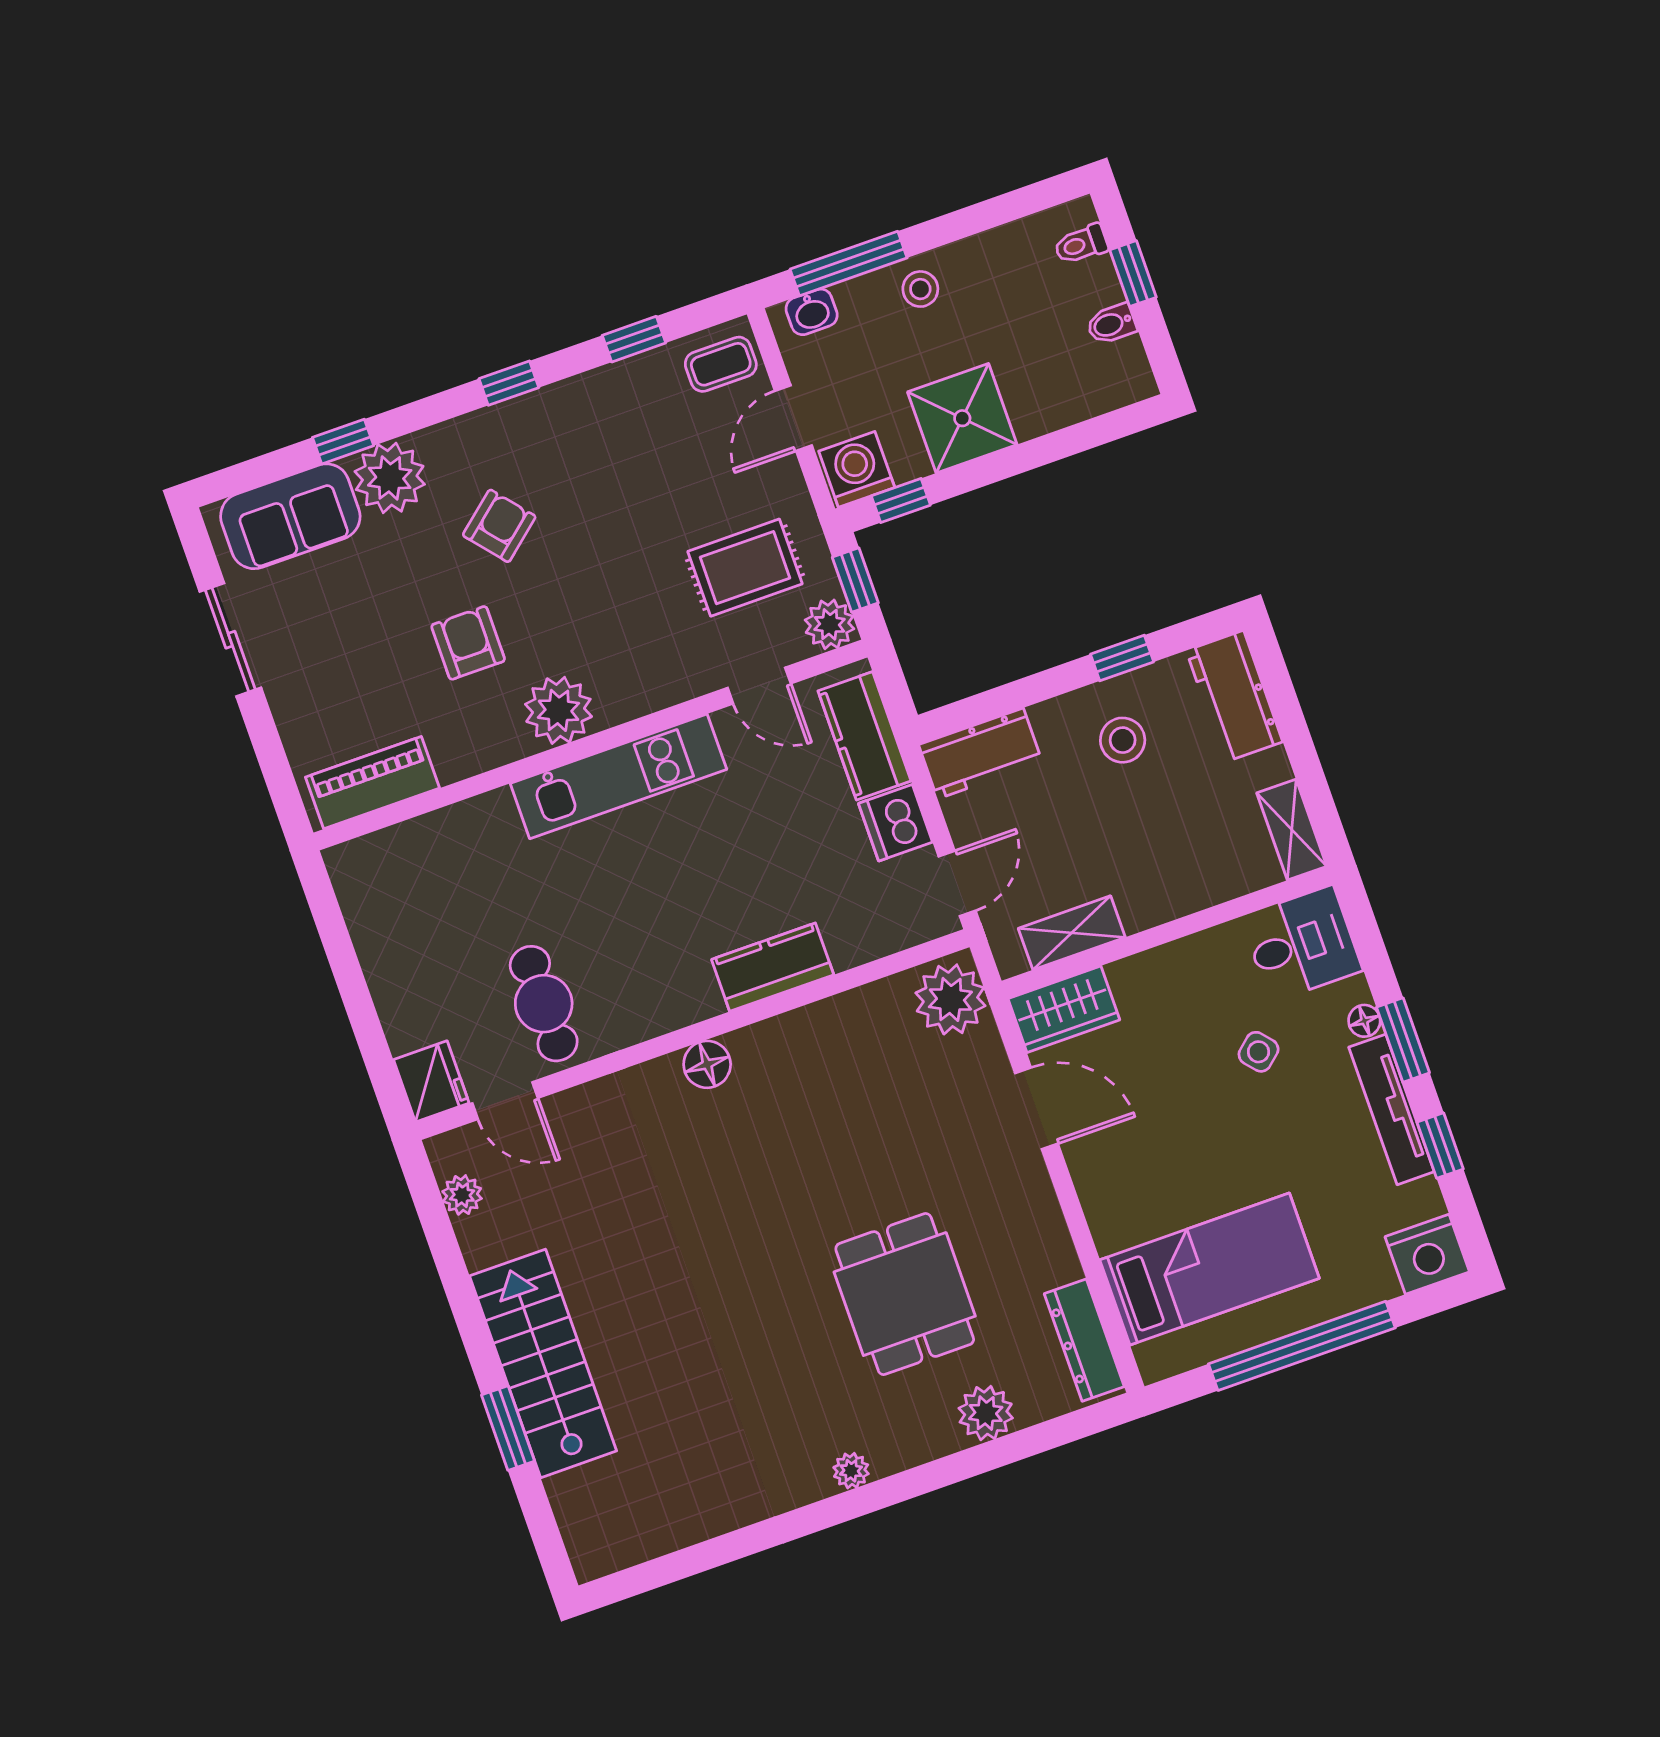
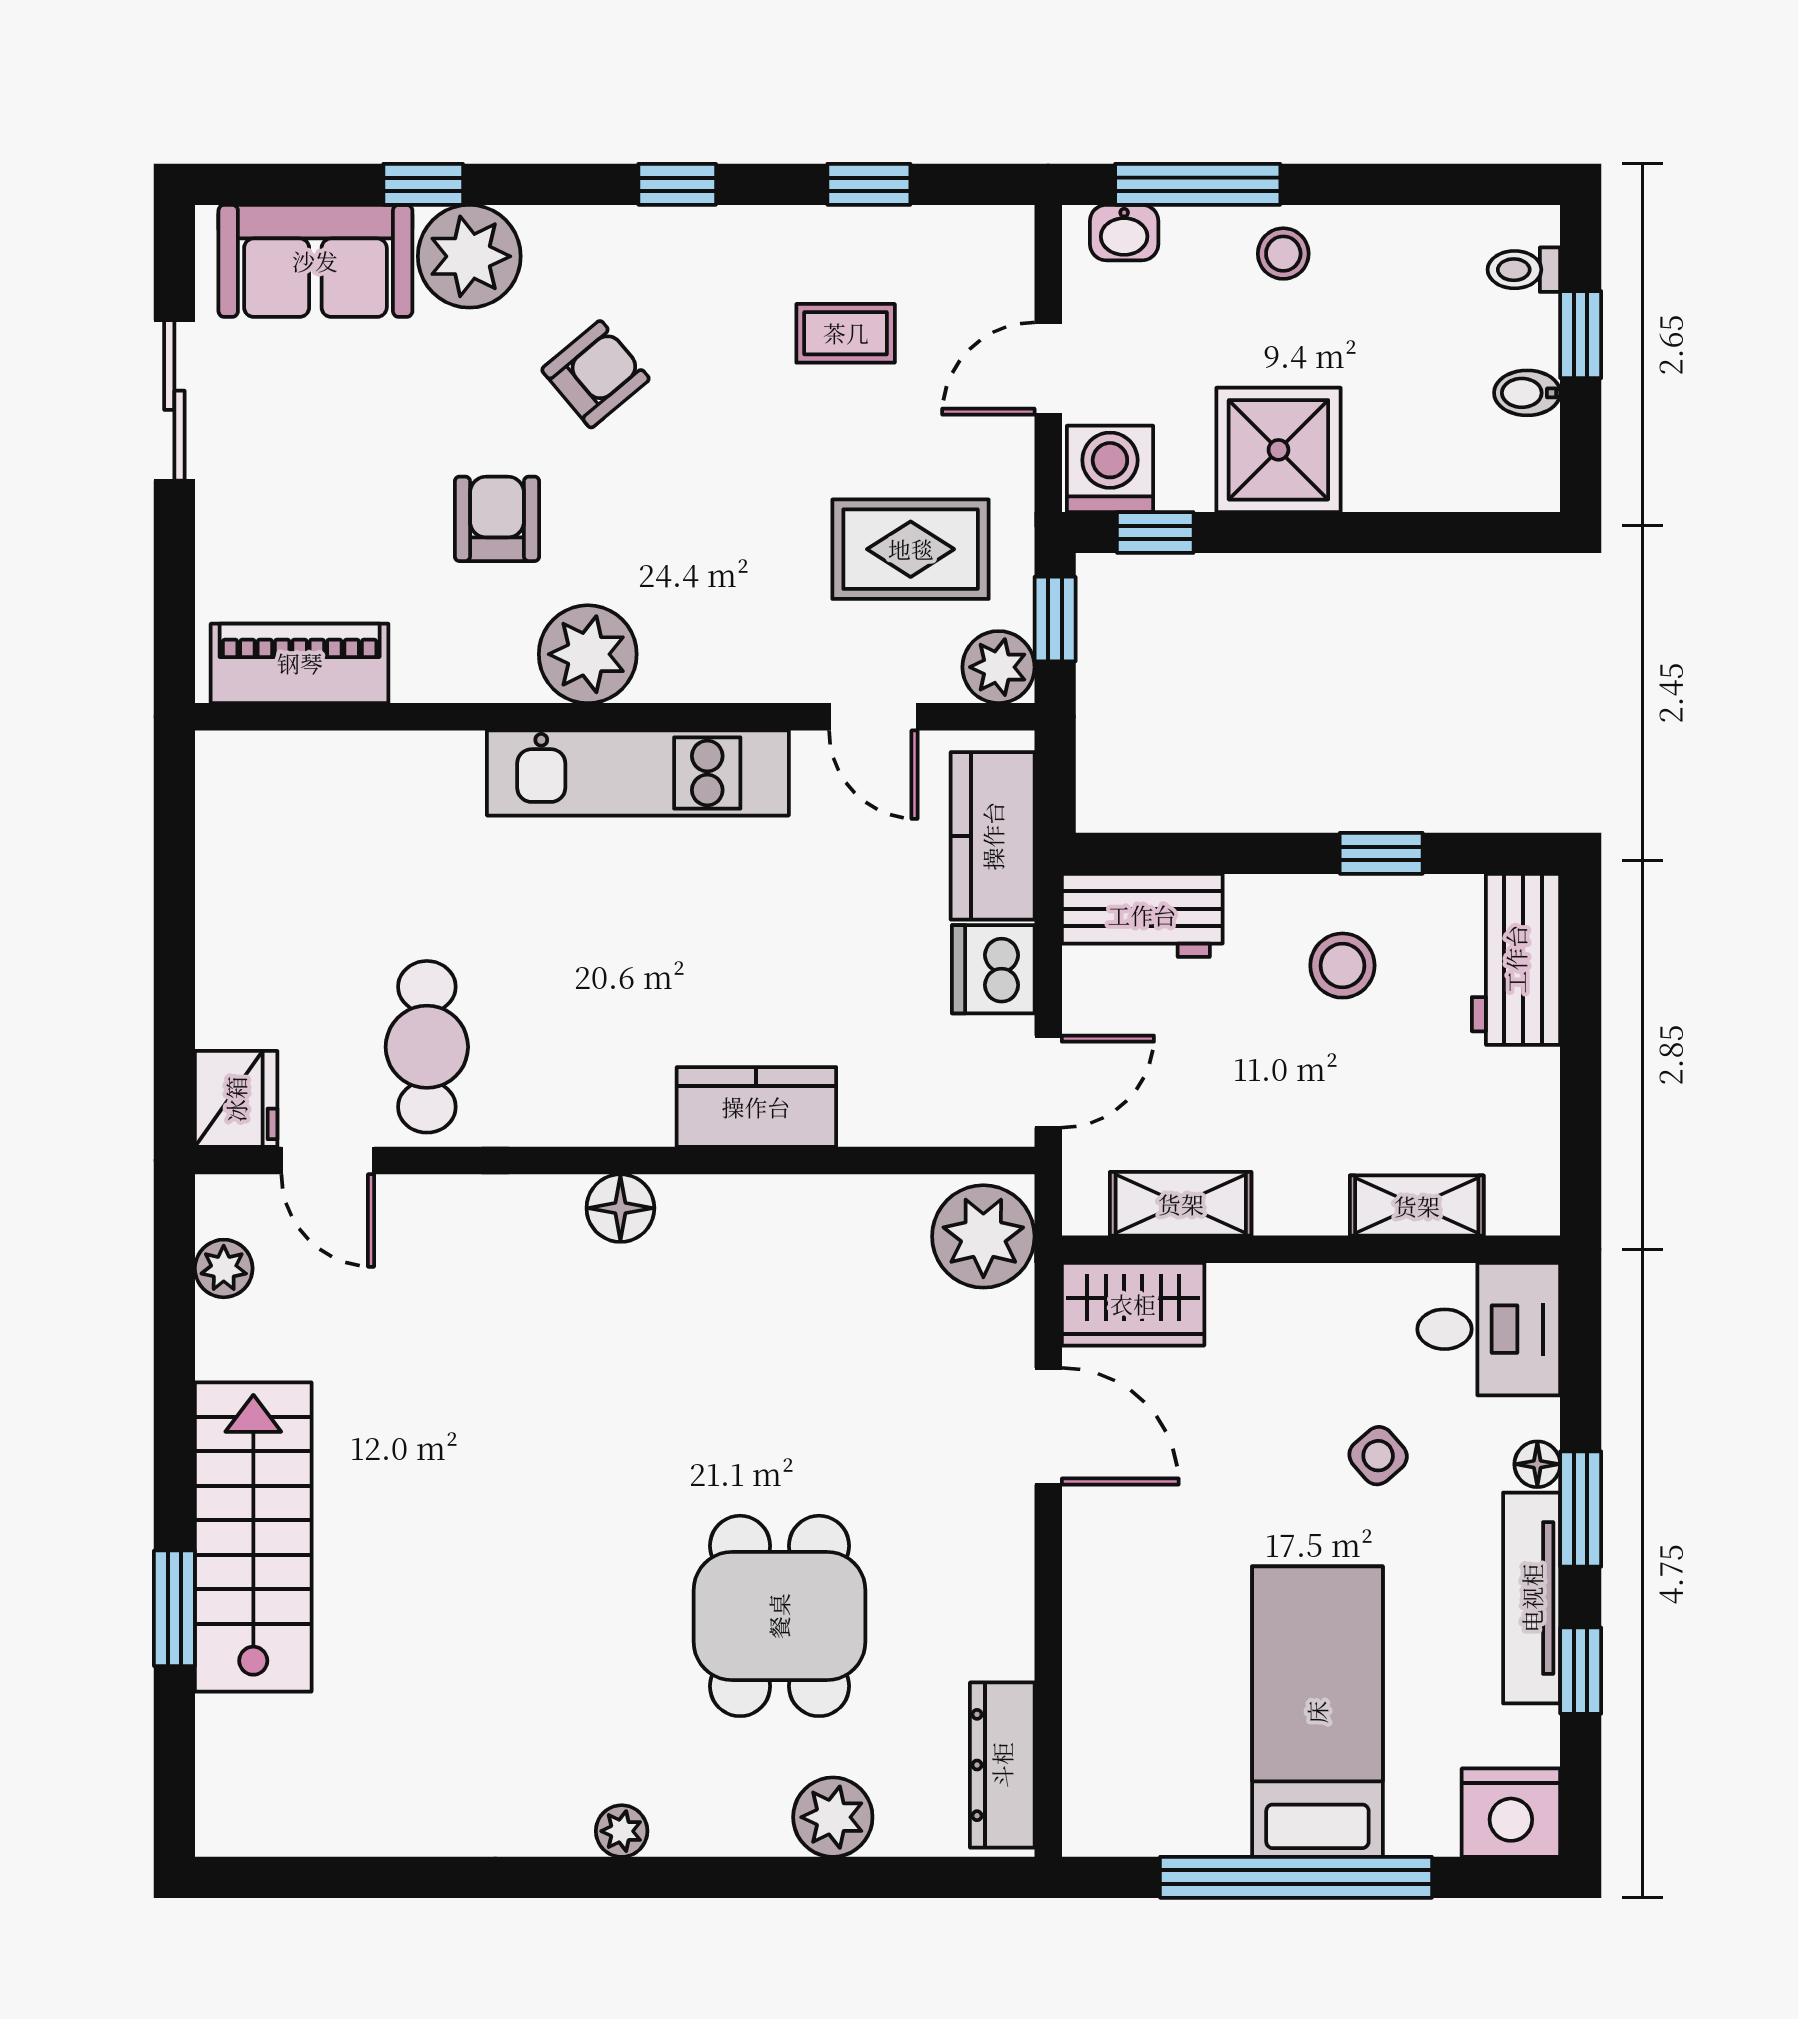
coffee table: (721, 364) -> (846, 333), moved
shelving: (1292, 830) -> (1417, 1206), moved, turned 90
bed: (1210, 1269) -> (1317, 1712), moved, turned -90

